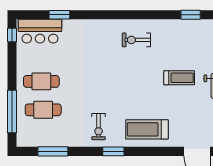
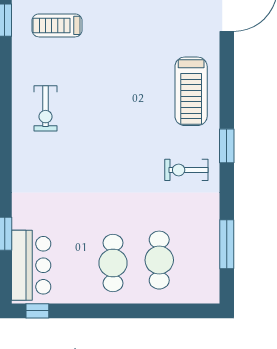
treadmill: (179, 78) -> (57, 25), moved, turned -90
window: (12, 112) -> (162, 311), removed
exercise bike: (99, 127) -> (186, 170), turned 180

